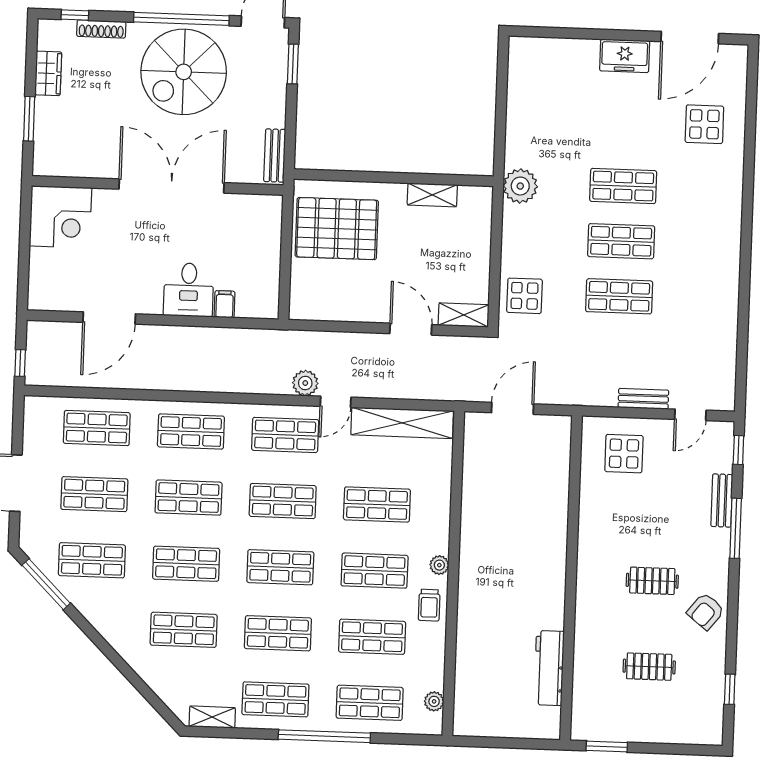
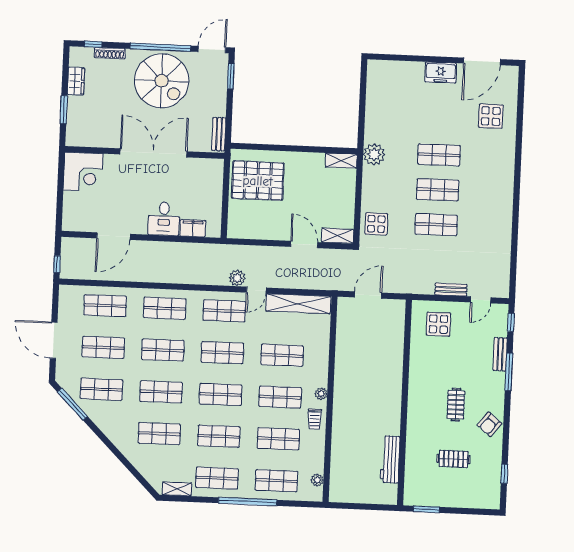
spiral stairs: (184, 72) -> (162, 81), turned -90
shelving: (432, 195) -> (341, 161), moved
filing cabinet: (225, 304) -> (193, 228), width x2.00
clothes rail: (652, 581) -> (456, 405), turned 90

